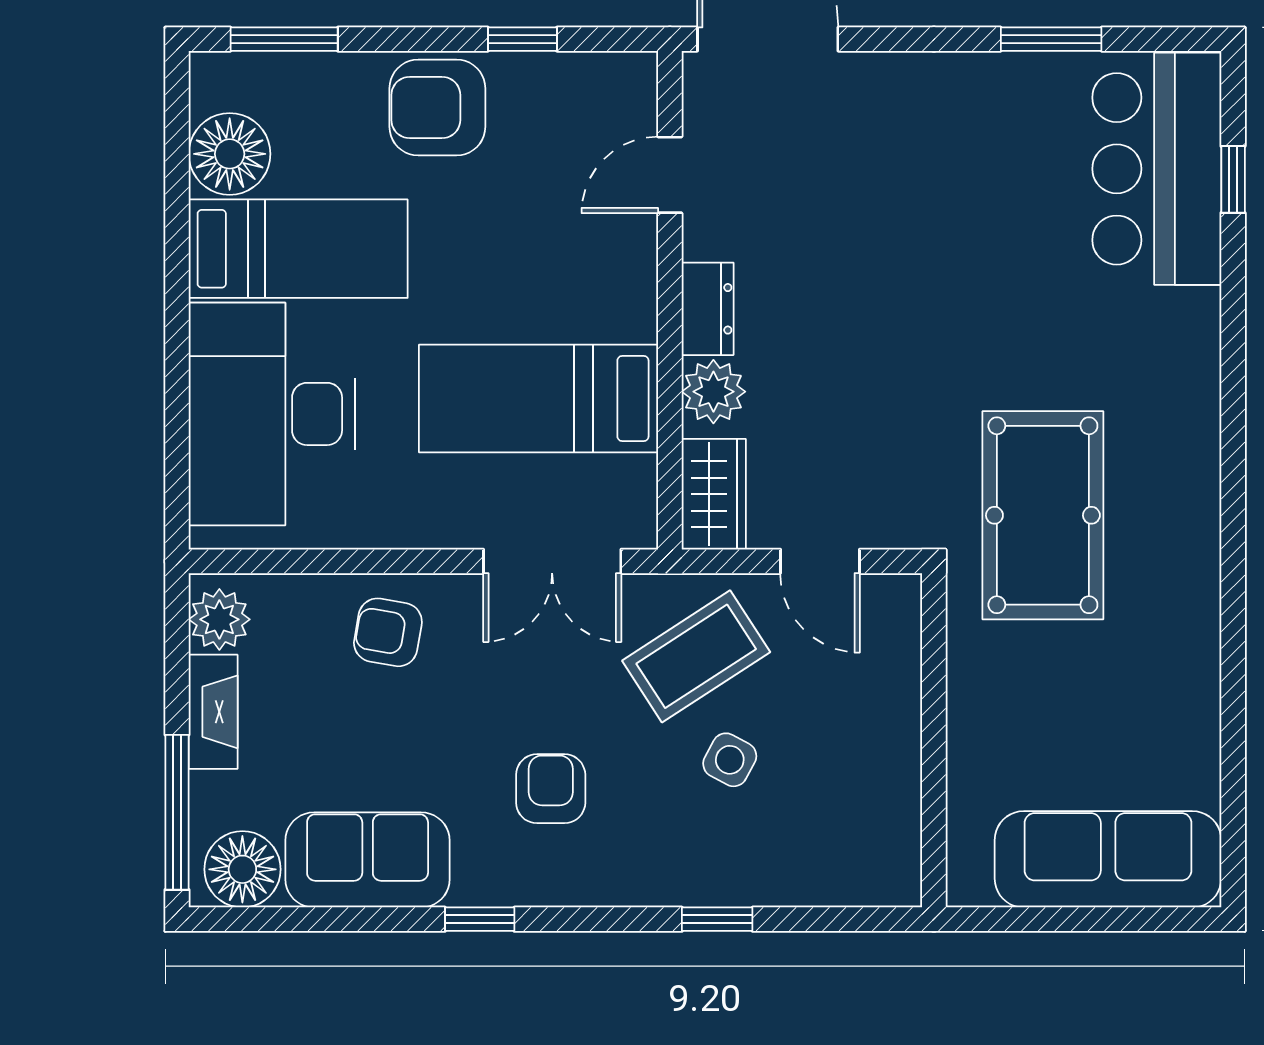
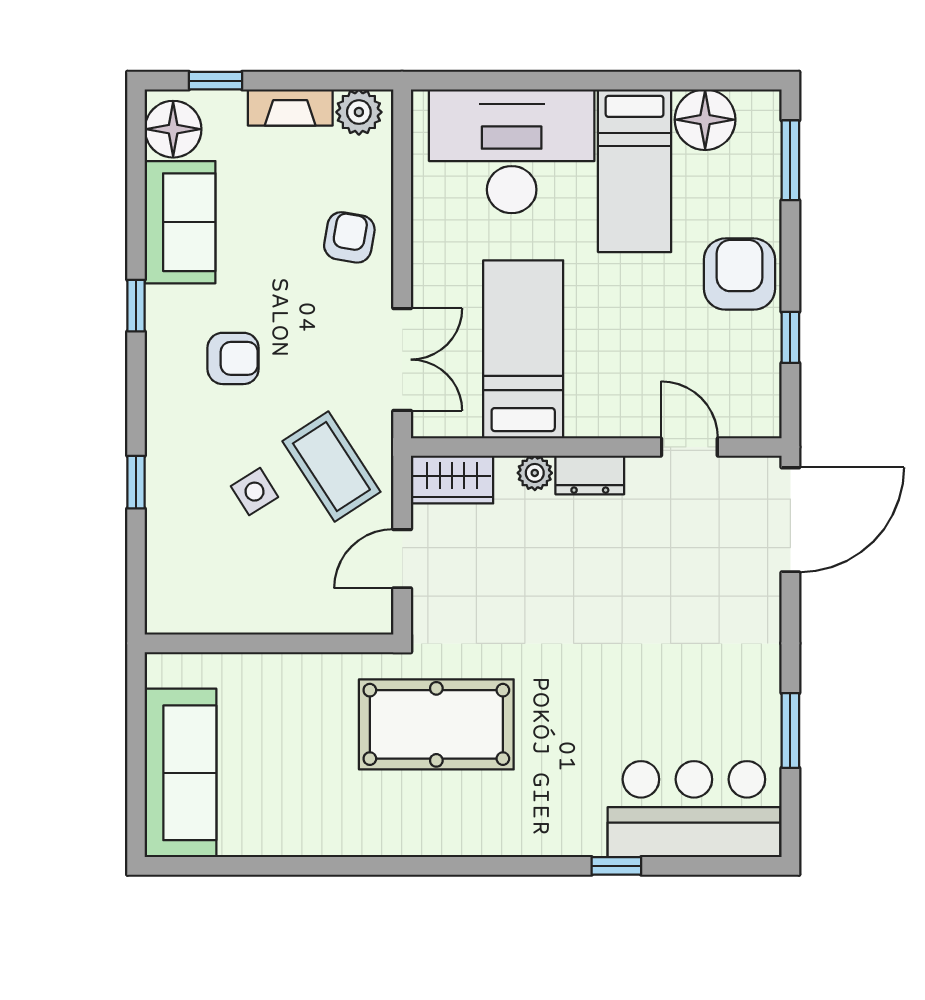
window: (1233, 179) -> (616, 866), moved
plant: (713, 392) -> (535, 473), width x0.73, depth x0.73
double door: (552, 561) -> (402, 360), swing flipped
side table: (730, 760) -> (255, 492), turned 30
window: (177, 812) -> (216, 81), width x0.46

